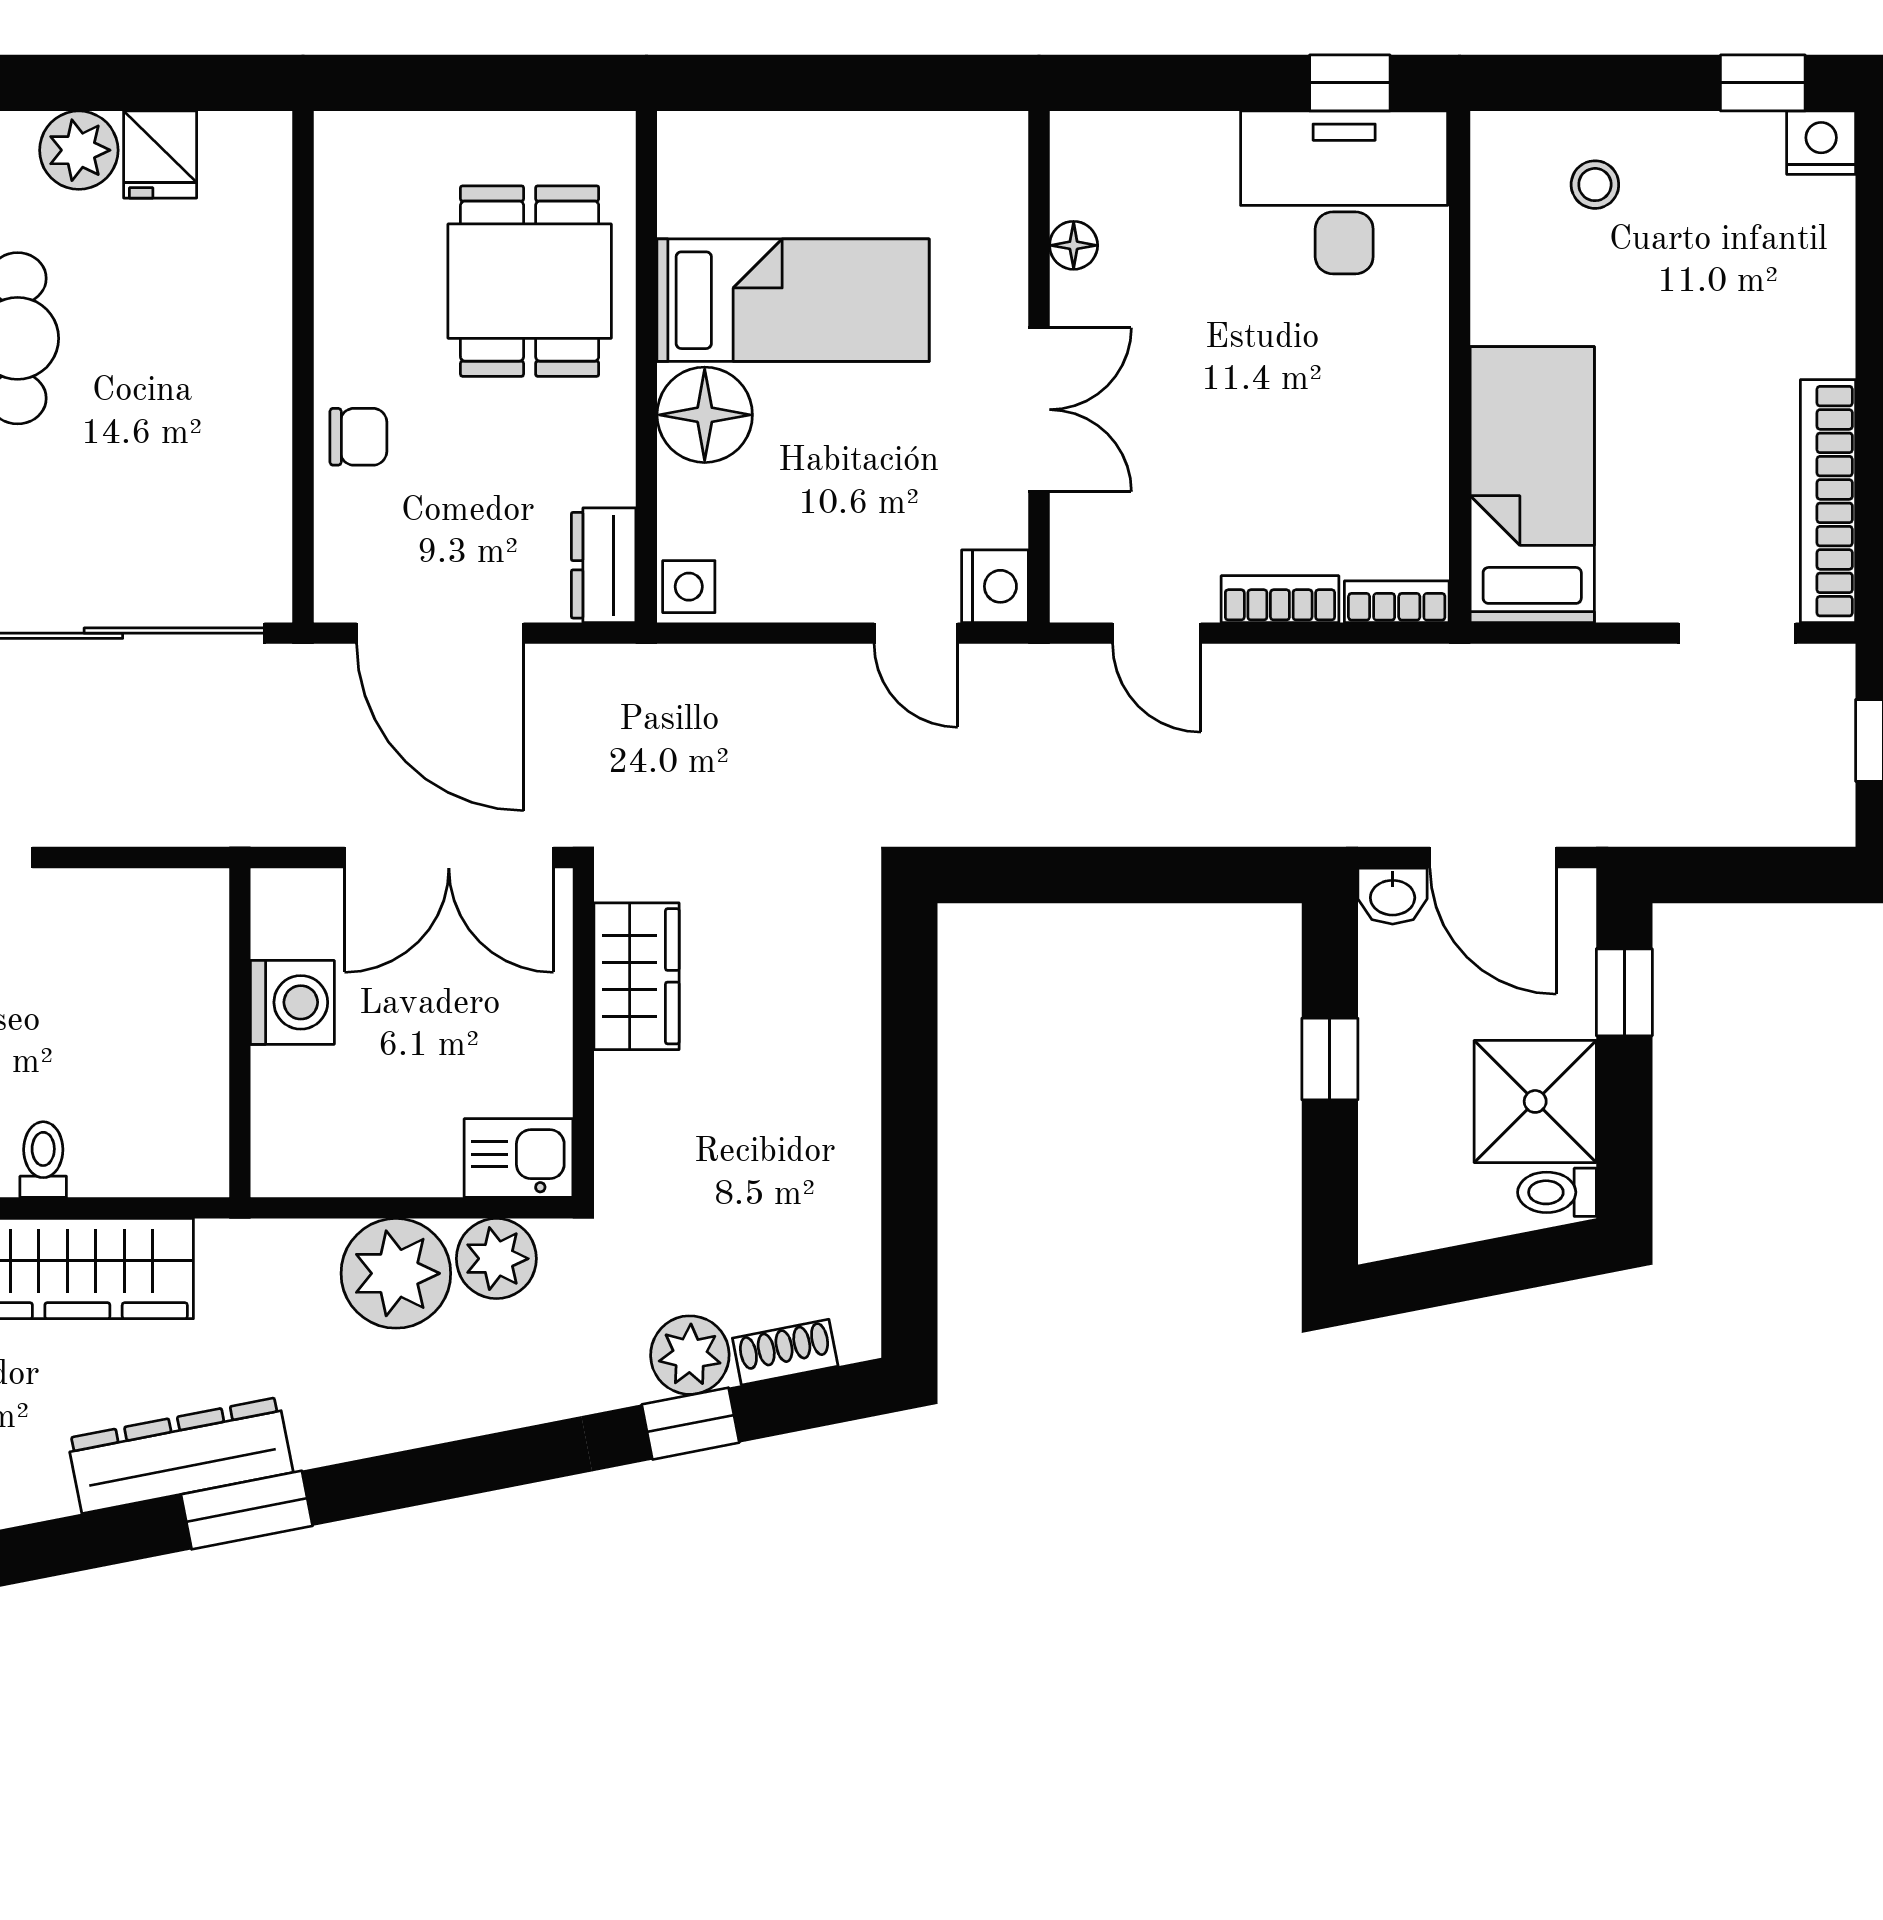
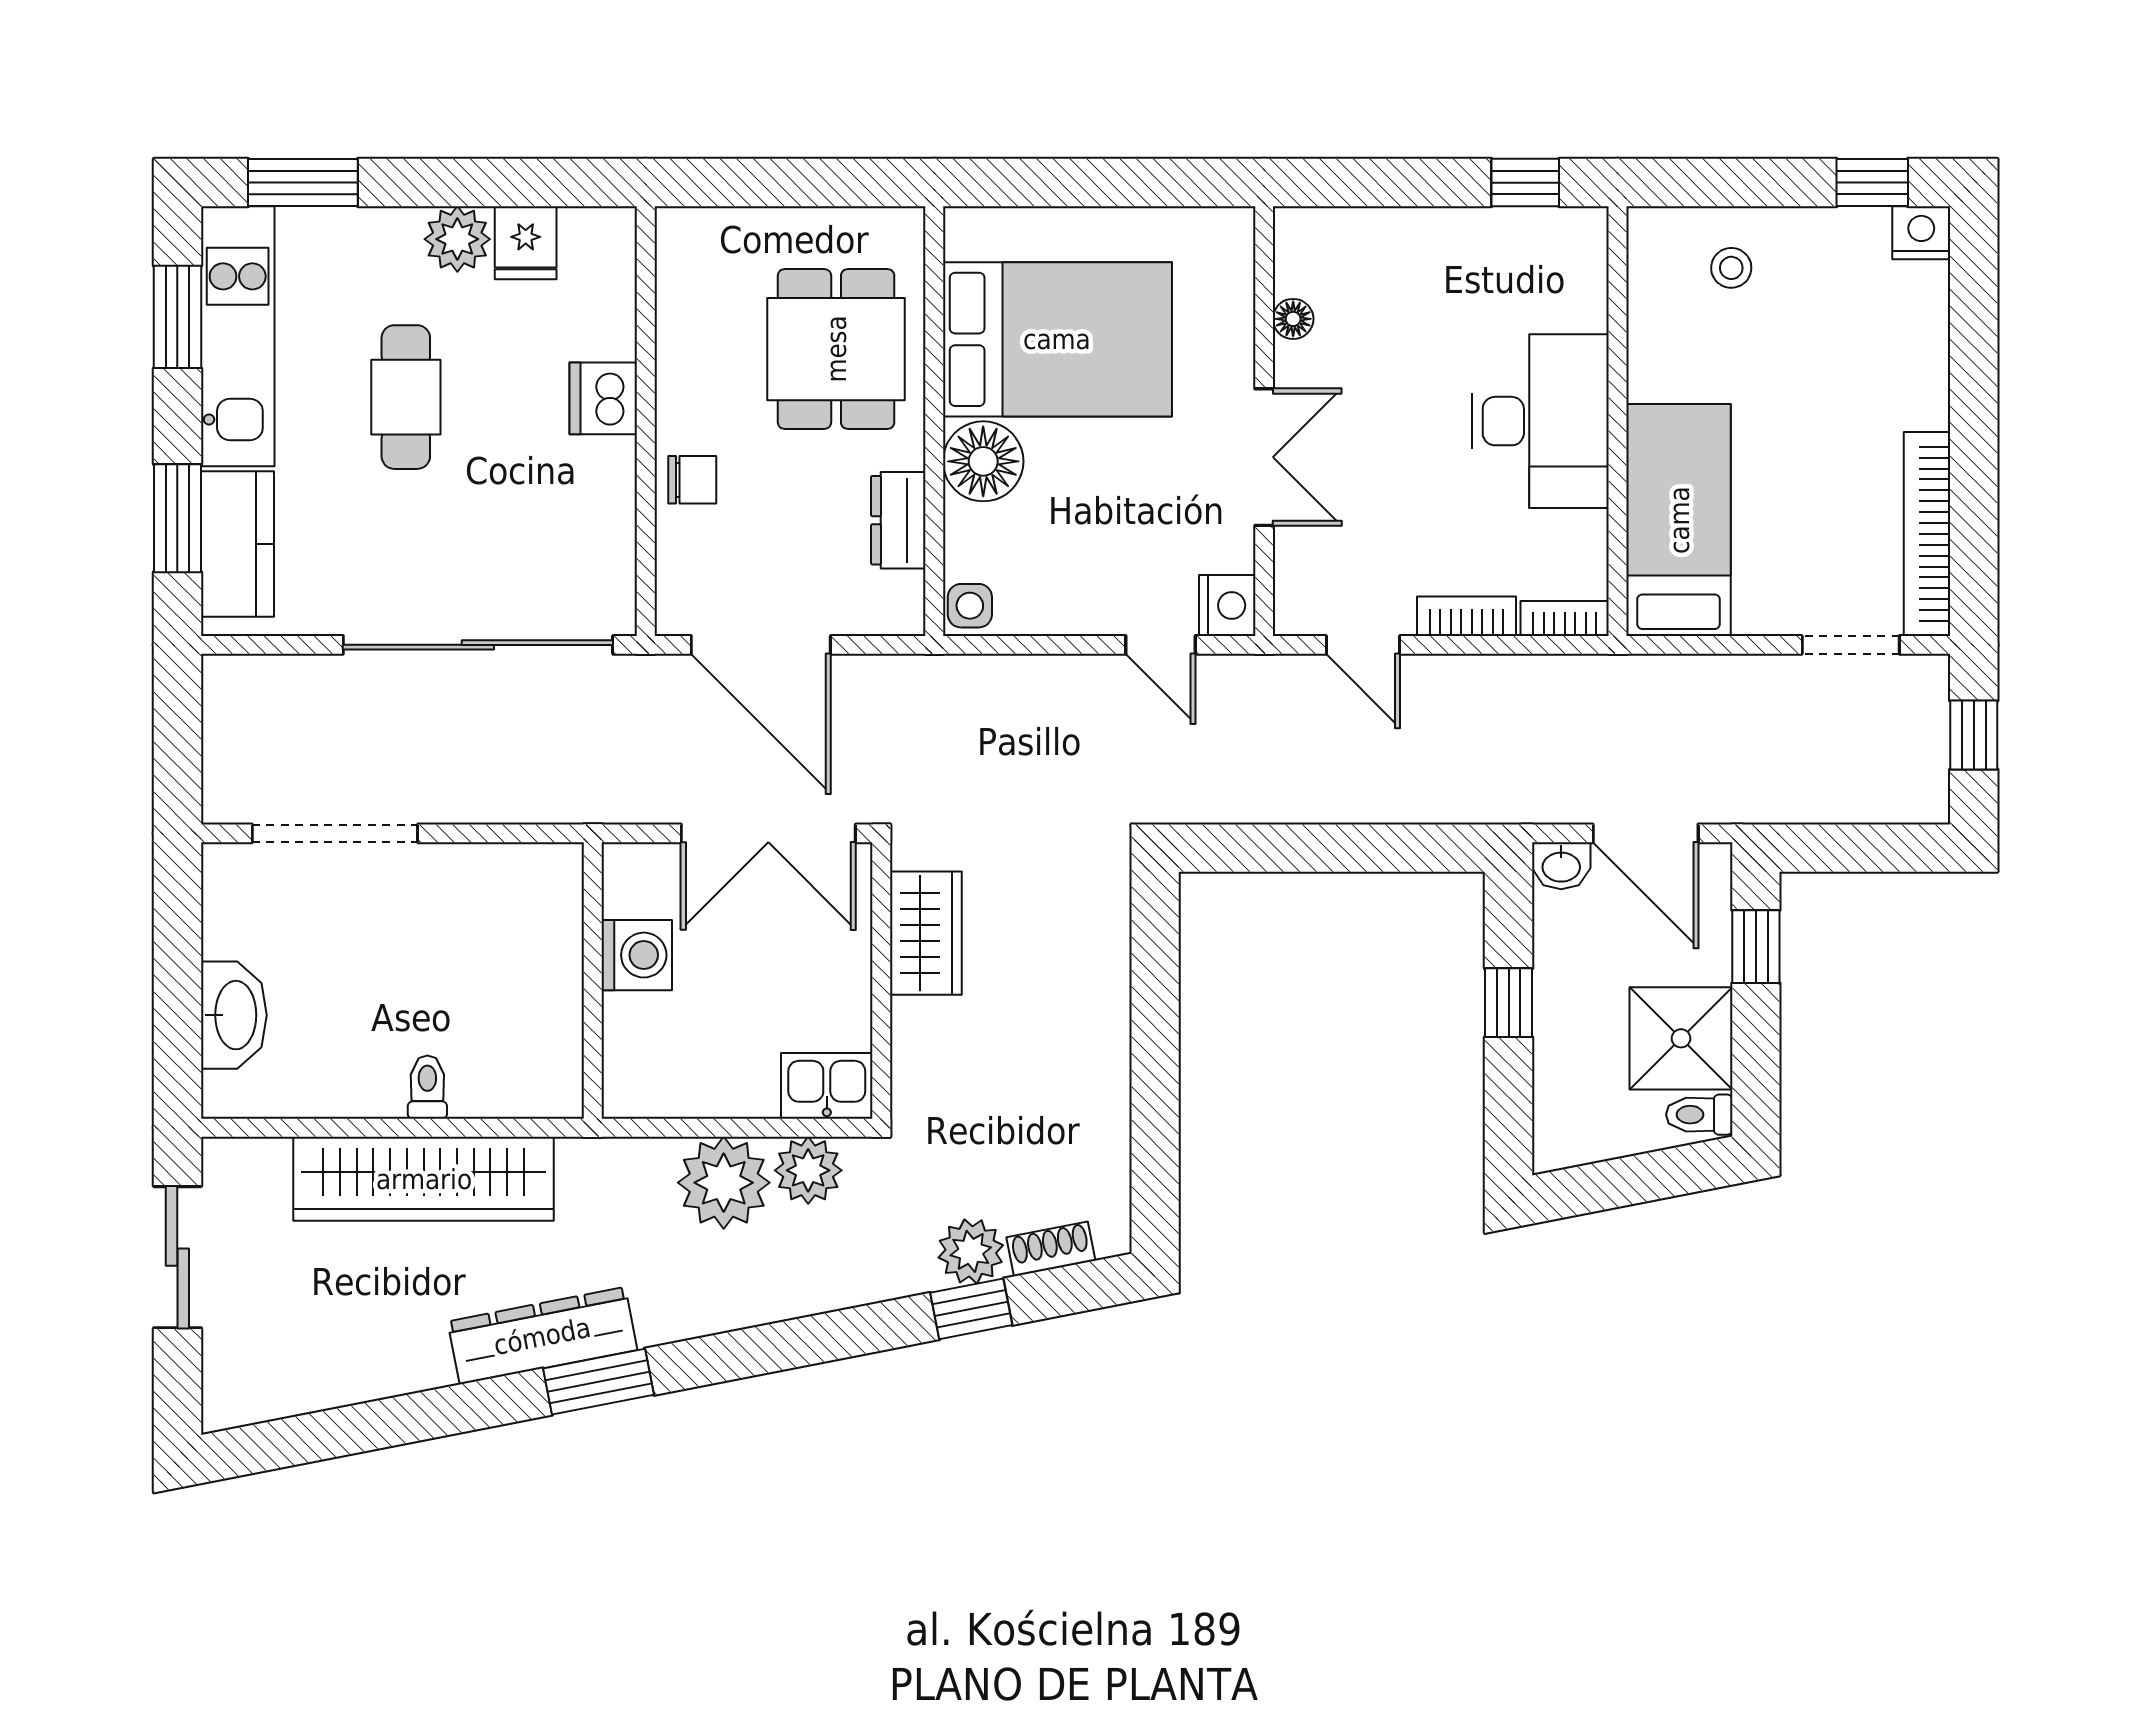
desk: (1344, 192) -> (1540, 421), moved, turned 90
bed: (793, 300) -> (1057, 339), width x1.50
dishwasher: (252, 340) -> (603, 398), added
dresser: (604, 565) -> (898, 520), moved

